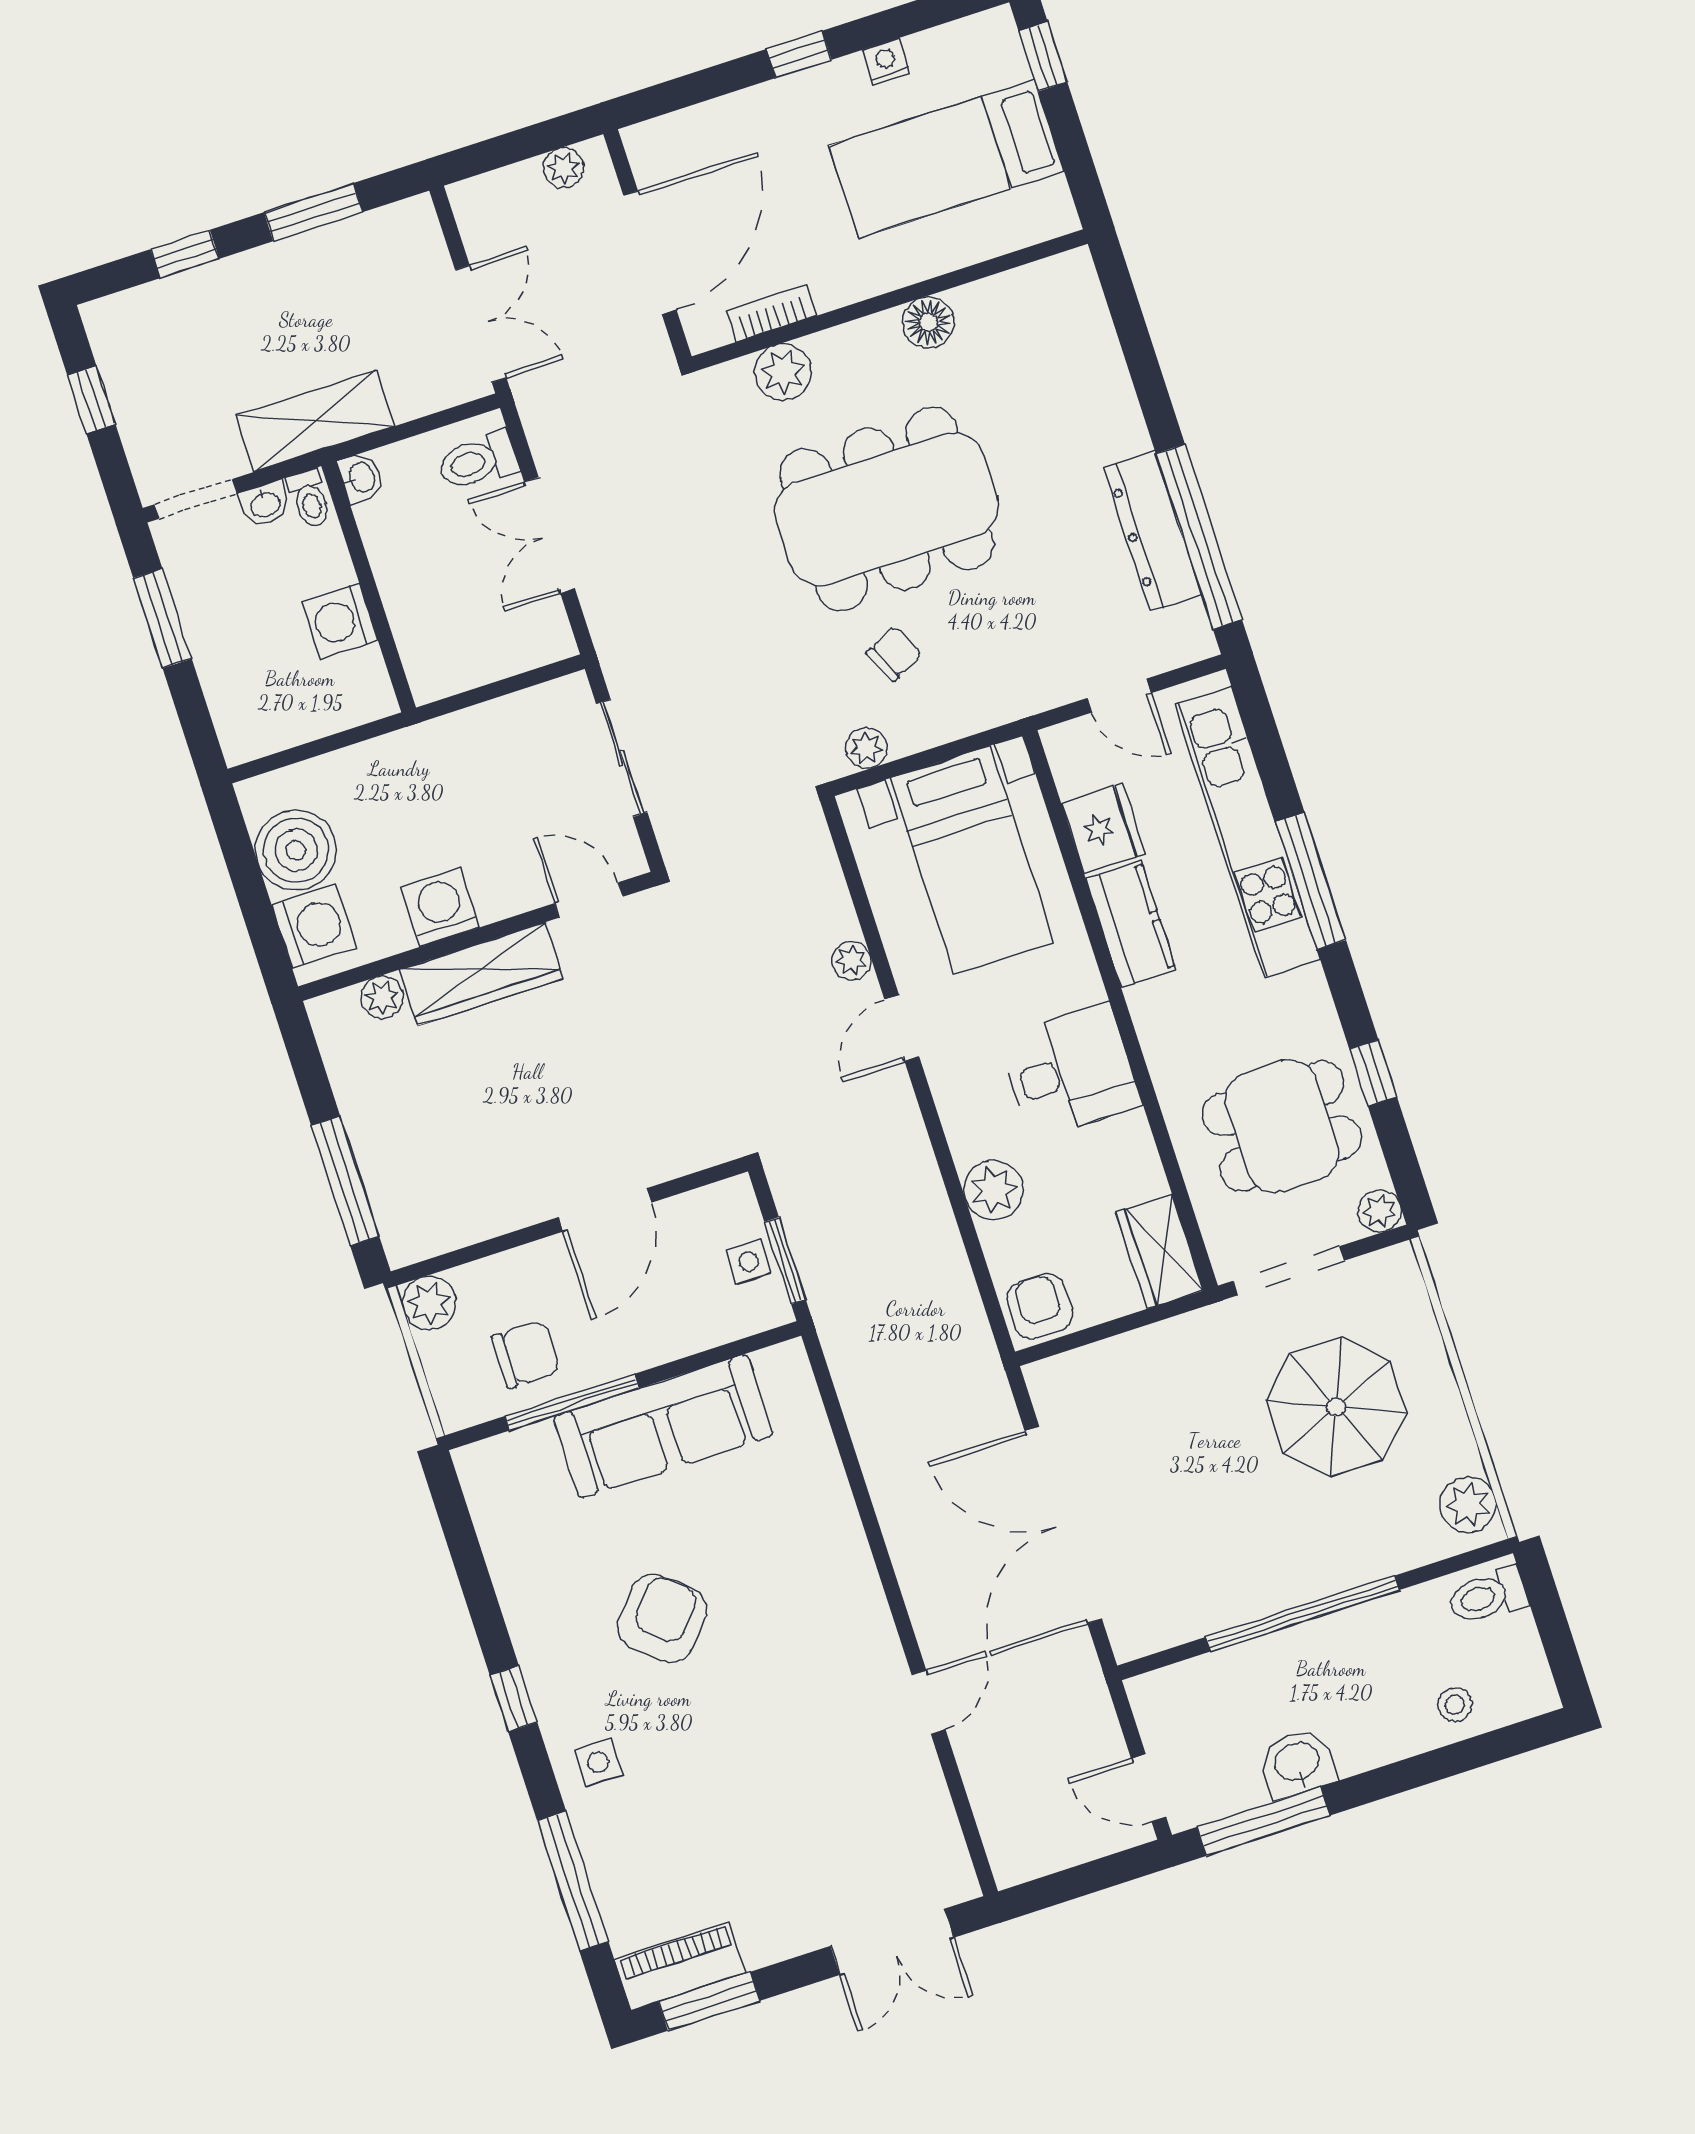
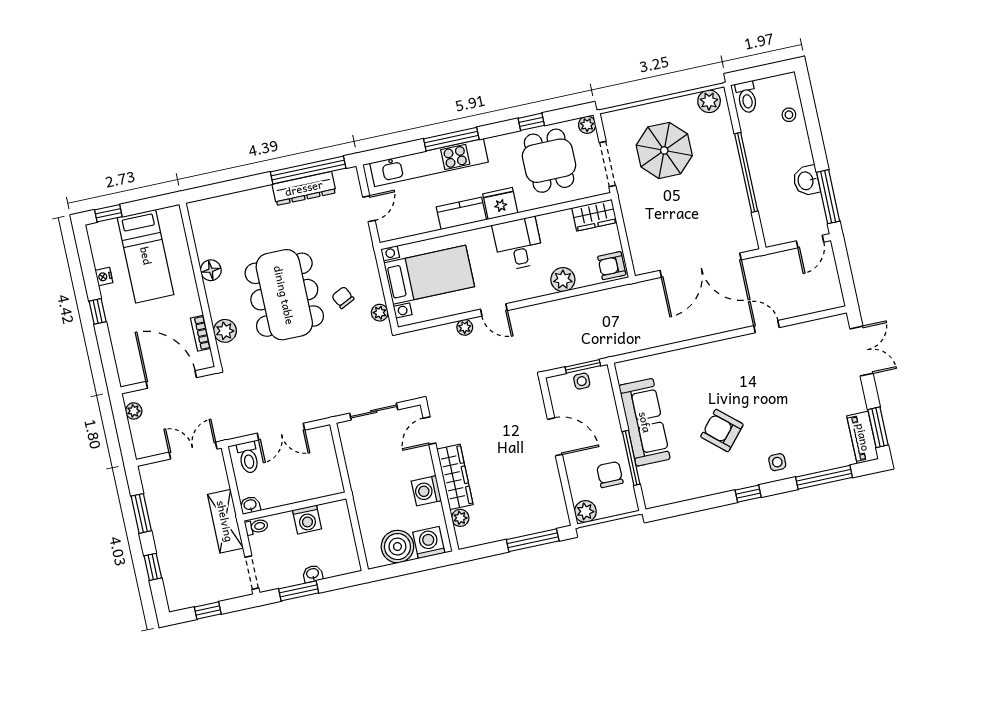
washbasin: (265, 504) -> (313, 574), moved, turned -90
fridge: (1103, 828) -> (500, 203), moved

